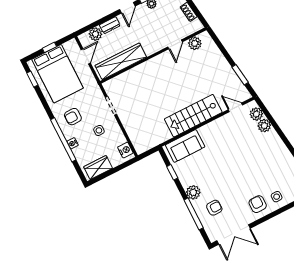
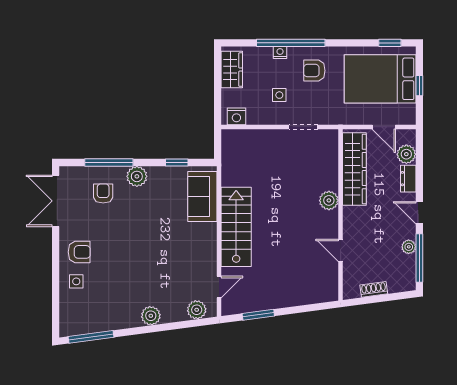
plant: (195, 43) -> (329, 200), moved
armchair: (73, 117) -> (314, 71), turned -89
plant: (264, 126) -> (151, 316), moved
armchair: (214, 208) -> (103, 193), turned 180

